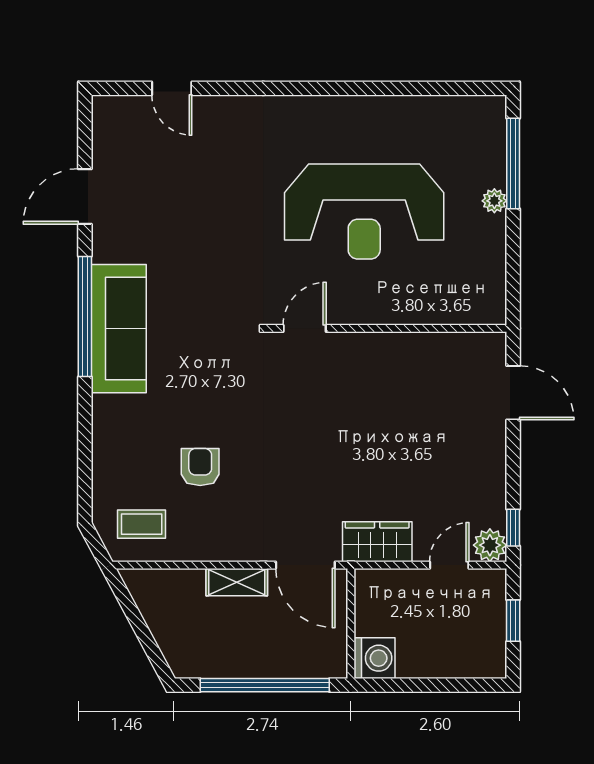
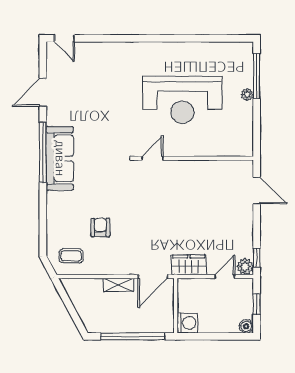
door: (172, 88) -> (64, 38), moved
door: (305, 565) -> (153, 276), hinge flipped
boiler: (492, 665) -> (246, 326), added

